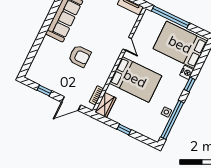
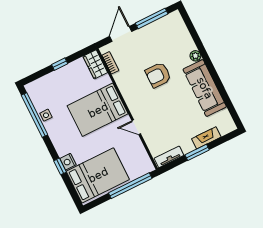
plant: (47, 41) -> (195, 56), added
window: (190, 84) -> (60, 166), moved
window: (44, 90) -> (152, 18), width x2.17

